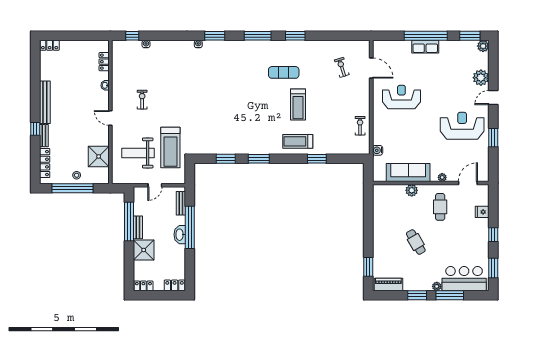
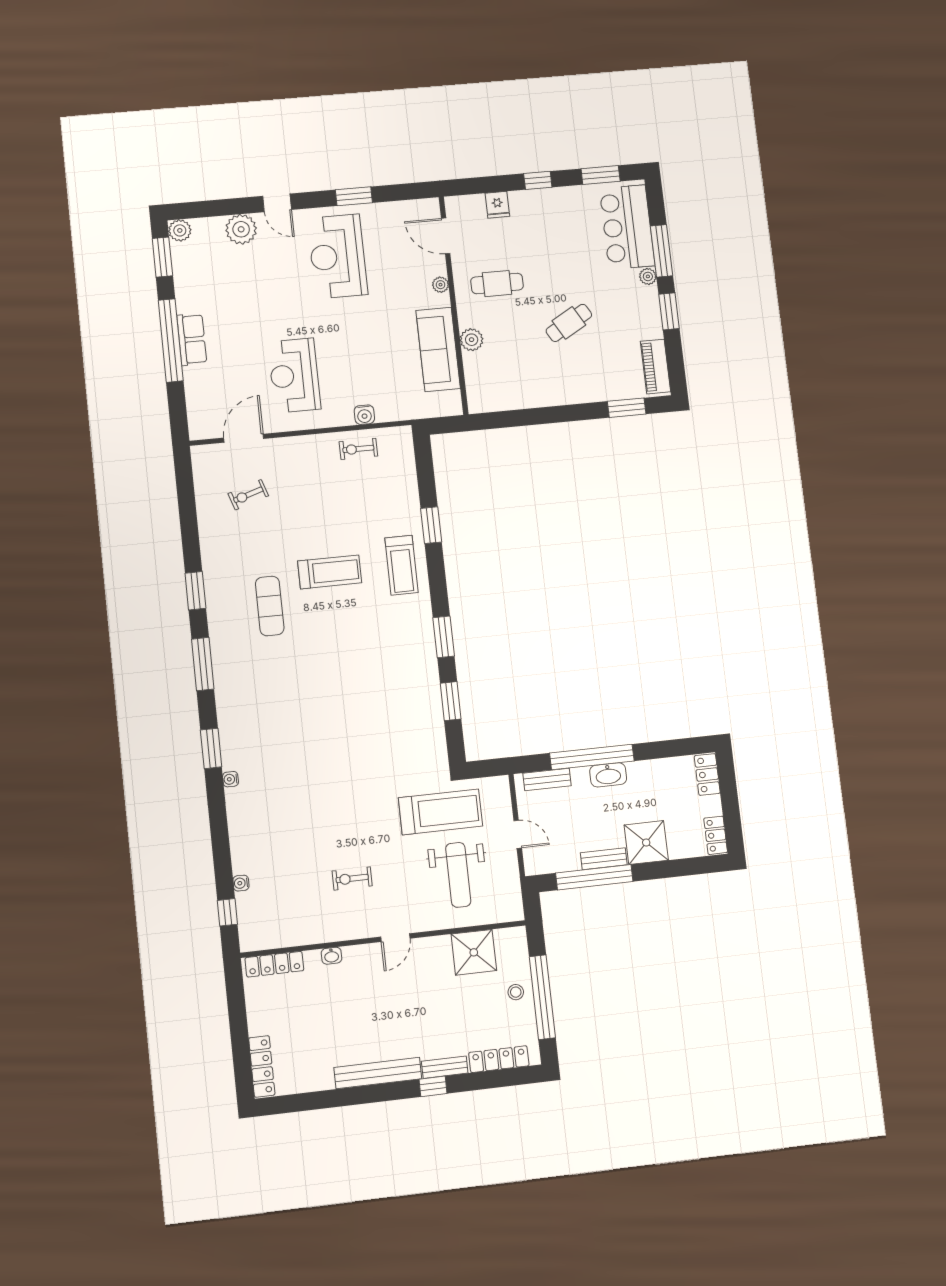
locker: (50, 45) -> (262, 1066), width x1.53
locker: (104, 62) -> (274, 964), width x1.53
water cooler: (378, 150) -> (364, 415), moved

